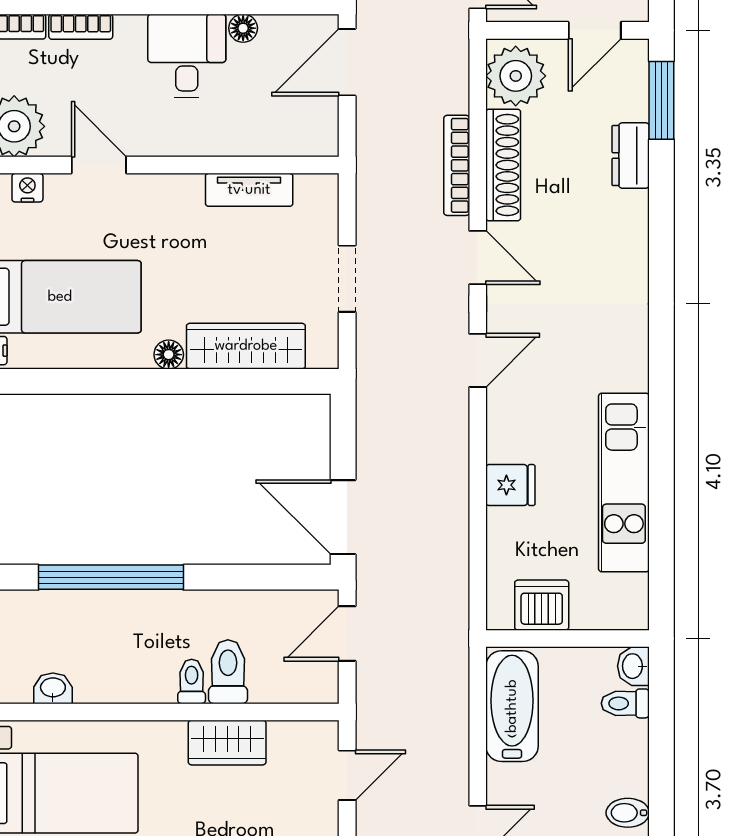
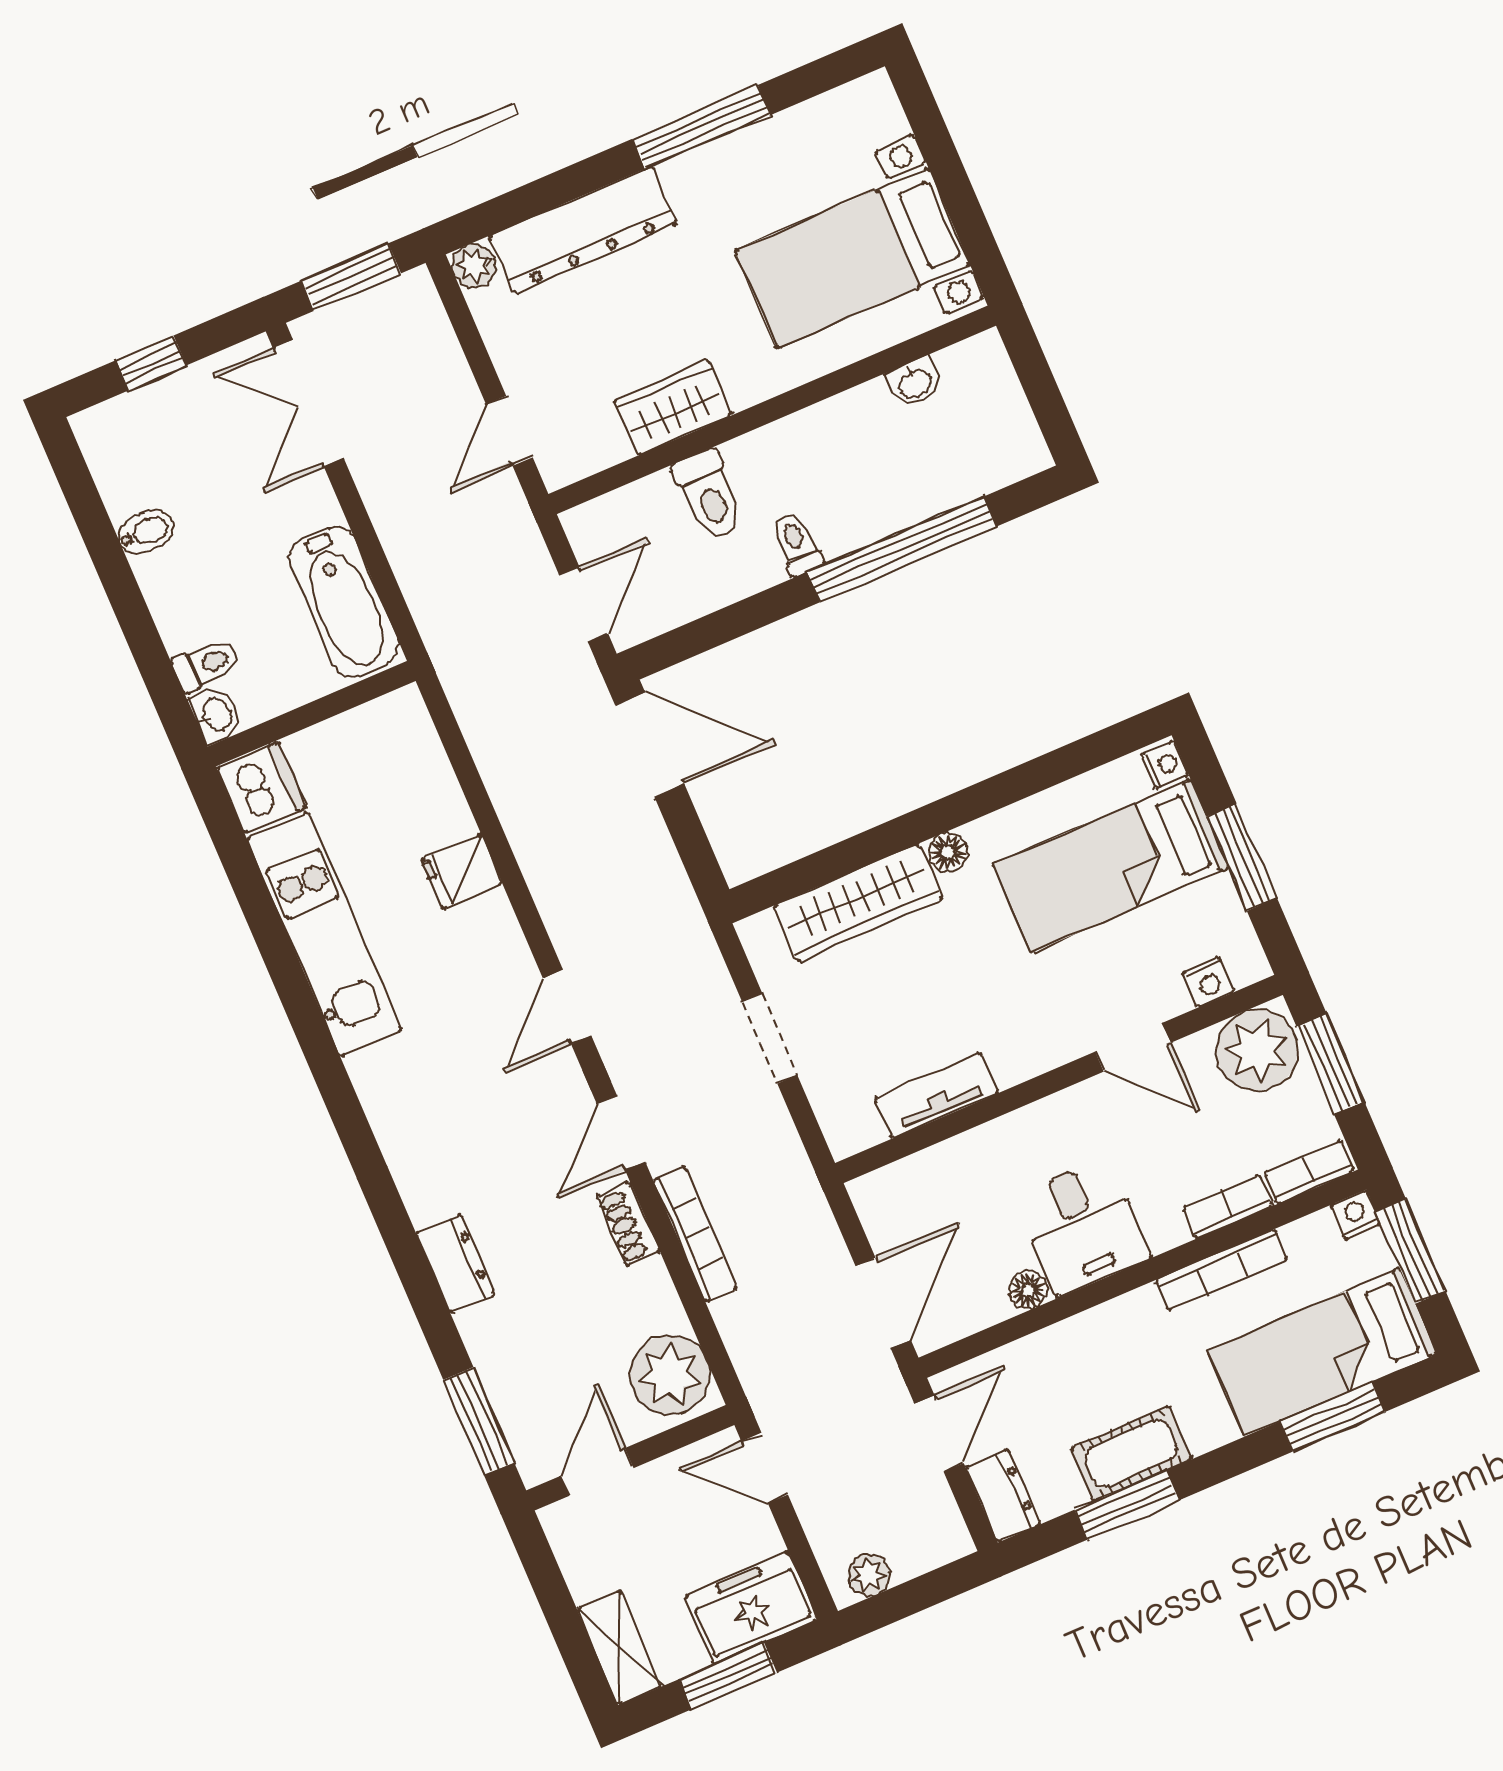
dresser: (631, 156) -> (455, 1263), moved
shoe rack: (503, 165) -> (628, 1224), width x0.51, depth x0.81
door: (478, 257) -> (621, 1133), hinge flipped
dishwasher: (542, 605) -> (261, 788), moved, turned -90
toilet: (192, 681) -> (797, 544), moved, turned 180

